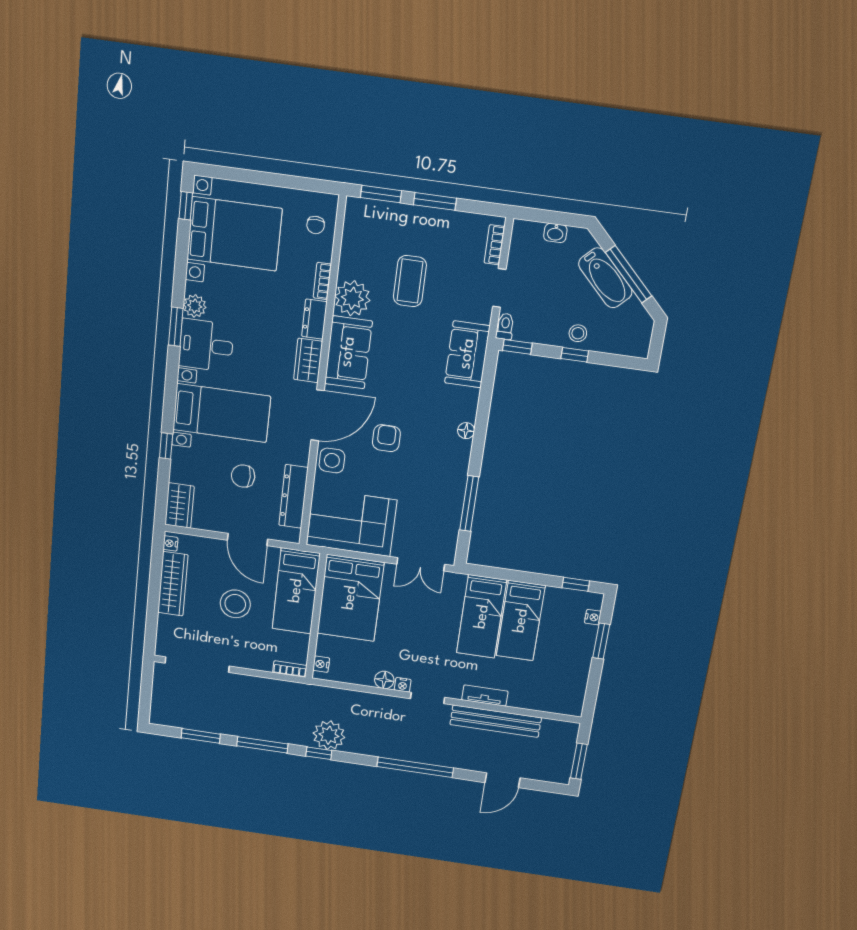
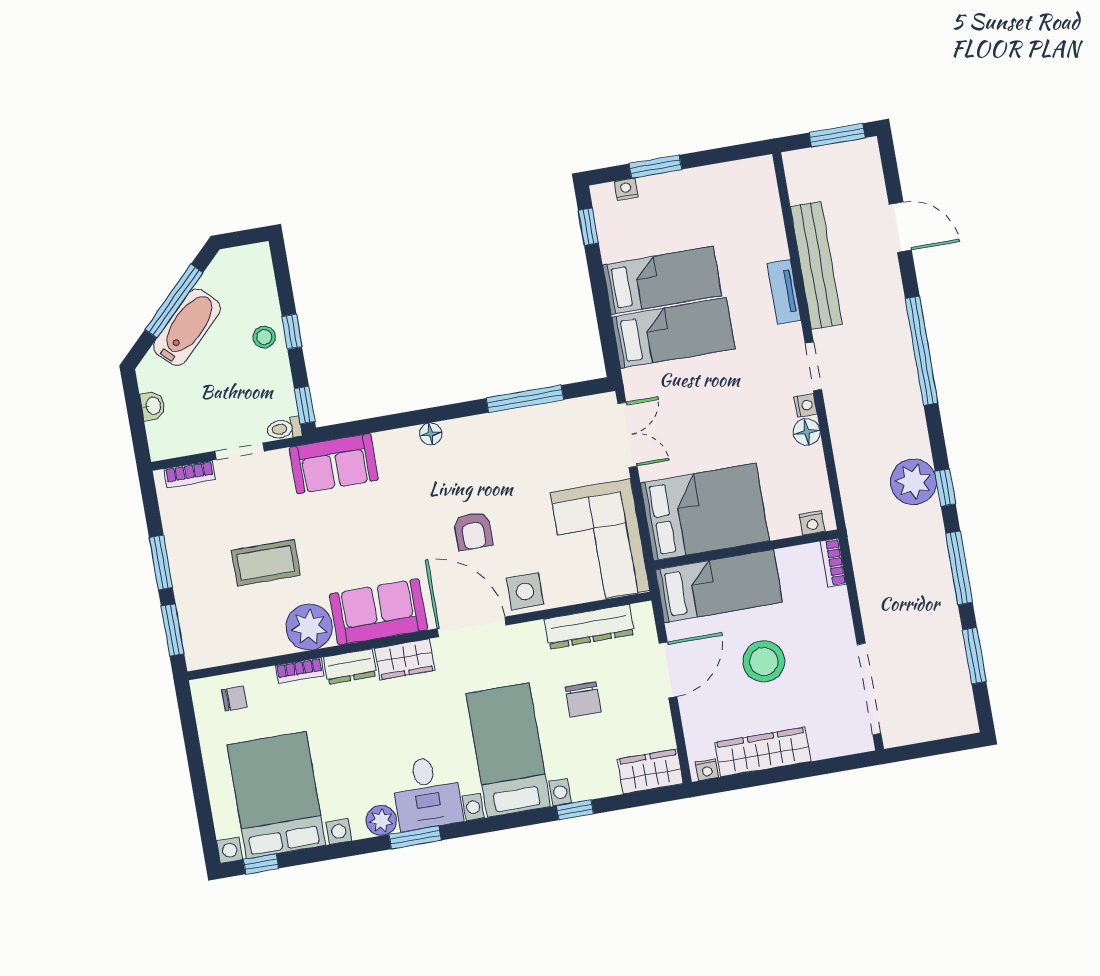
armchair: (386, 438) -> (473, 531), turned -90

